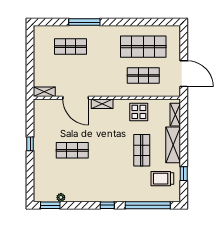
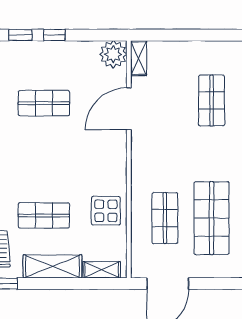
shelving: (102, 104) -> (119, 151), removed
plant: (42, 107) -> (113, 54), added
shop shelf: (72, 150) -> (44, 103), turned 90
window: (30, 165) -> (20, 35), added

